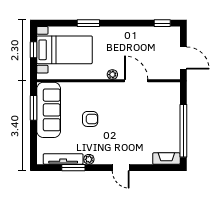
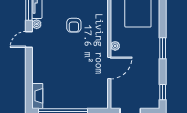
window: (88, 23) -> (163, 48), moved
door: (121, 168) -> (29, 39), moved

